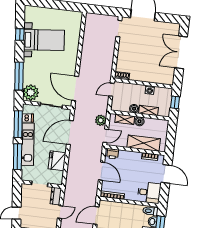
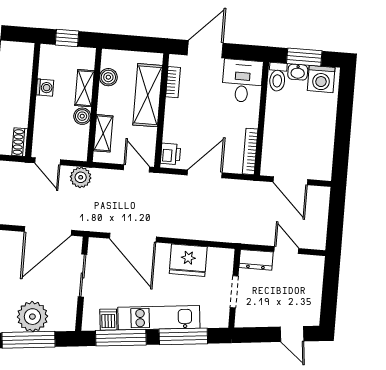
plant: (31, 93) -> (32, 317), moved
plant: (101, 120) -> (81, 177), moved
boiler: (139, 121) -> (108, 77), moved

